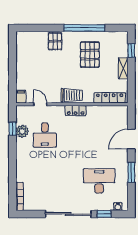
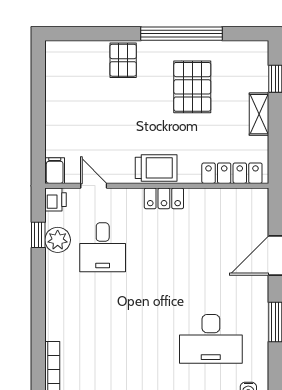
printer: (21, 111) -> (55, 200), added
desk: (99, 181) -> (211, 339), turned 180

